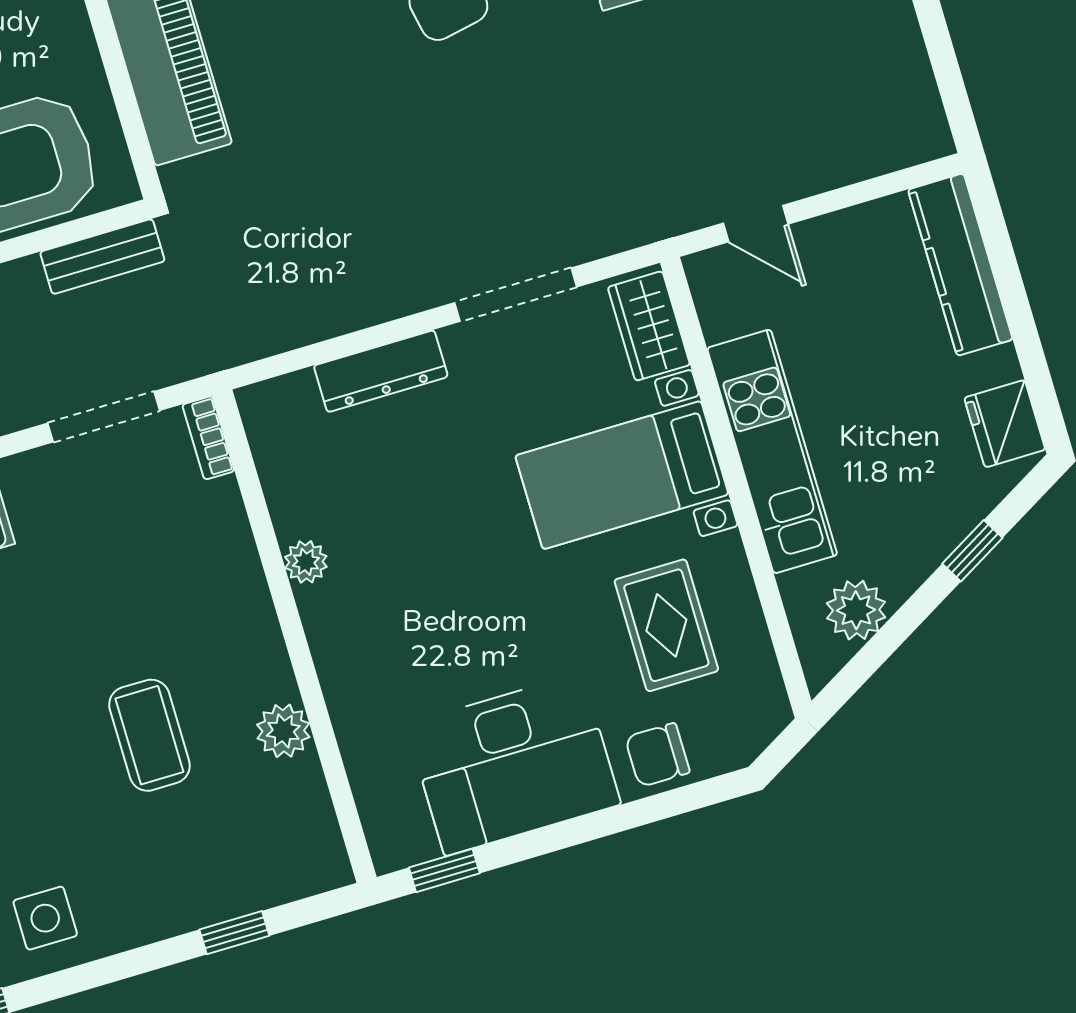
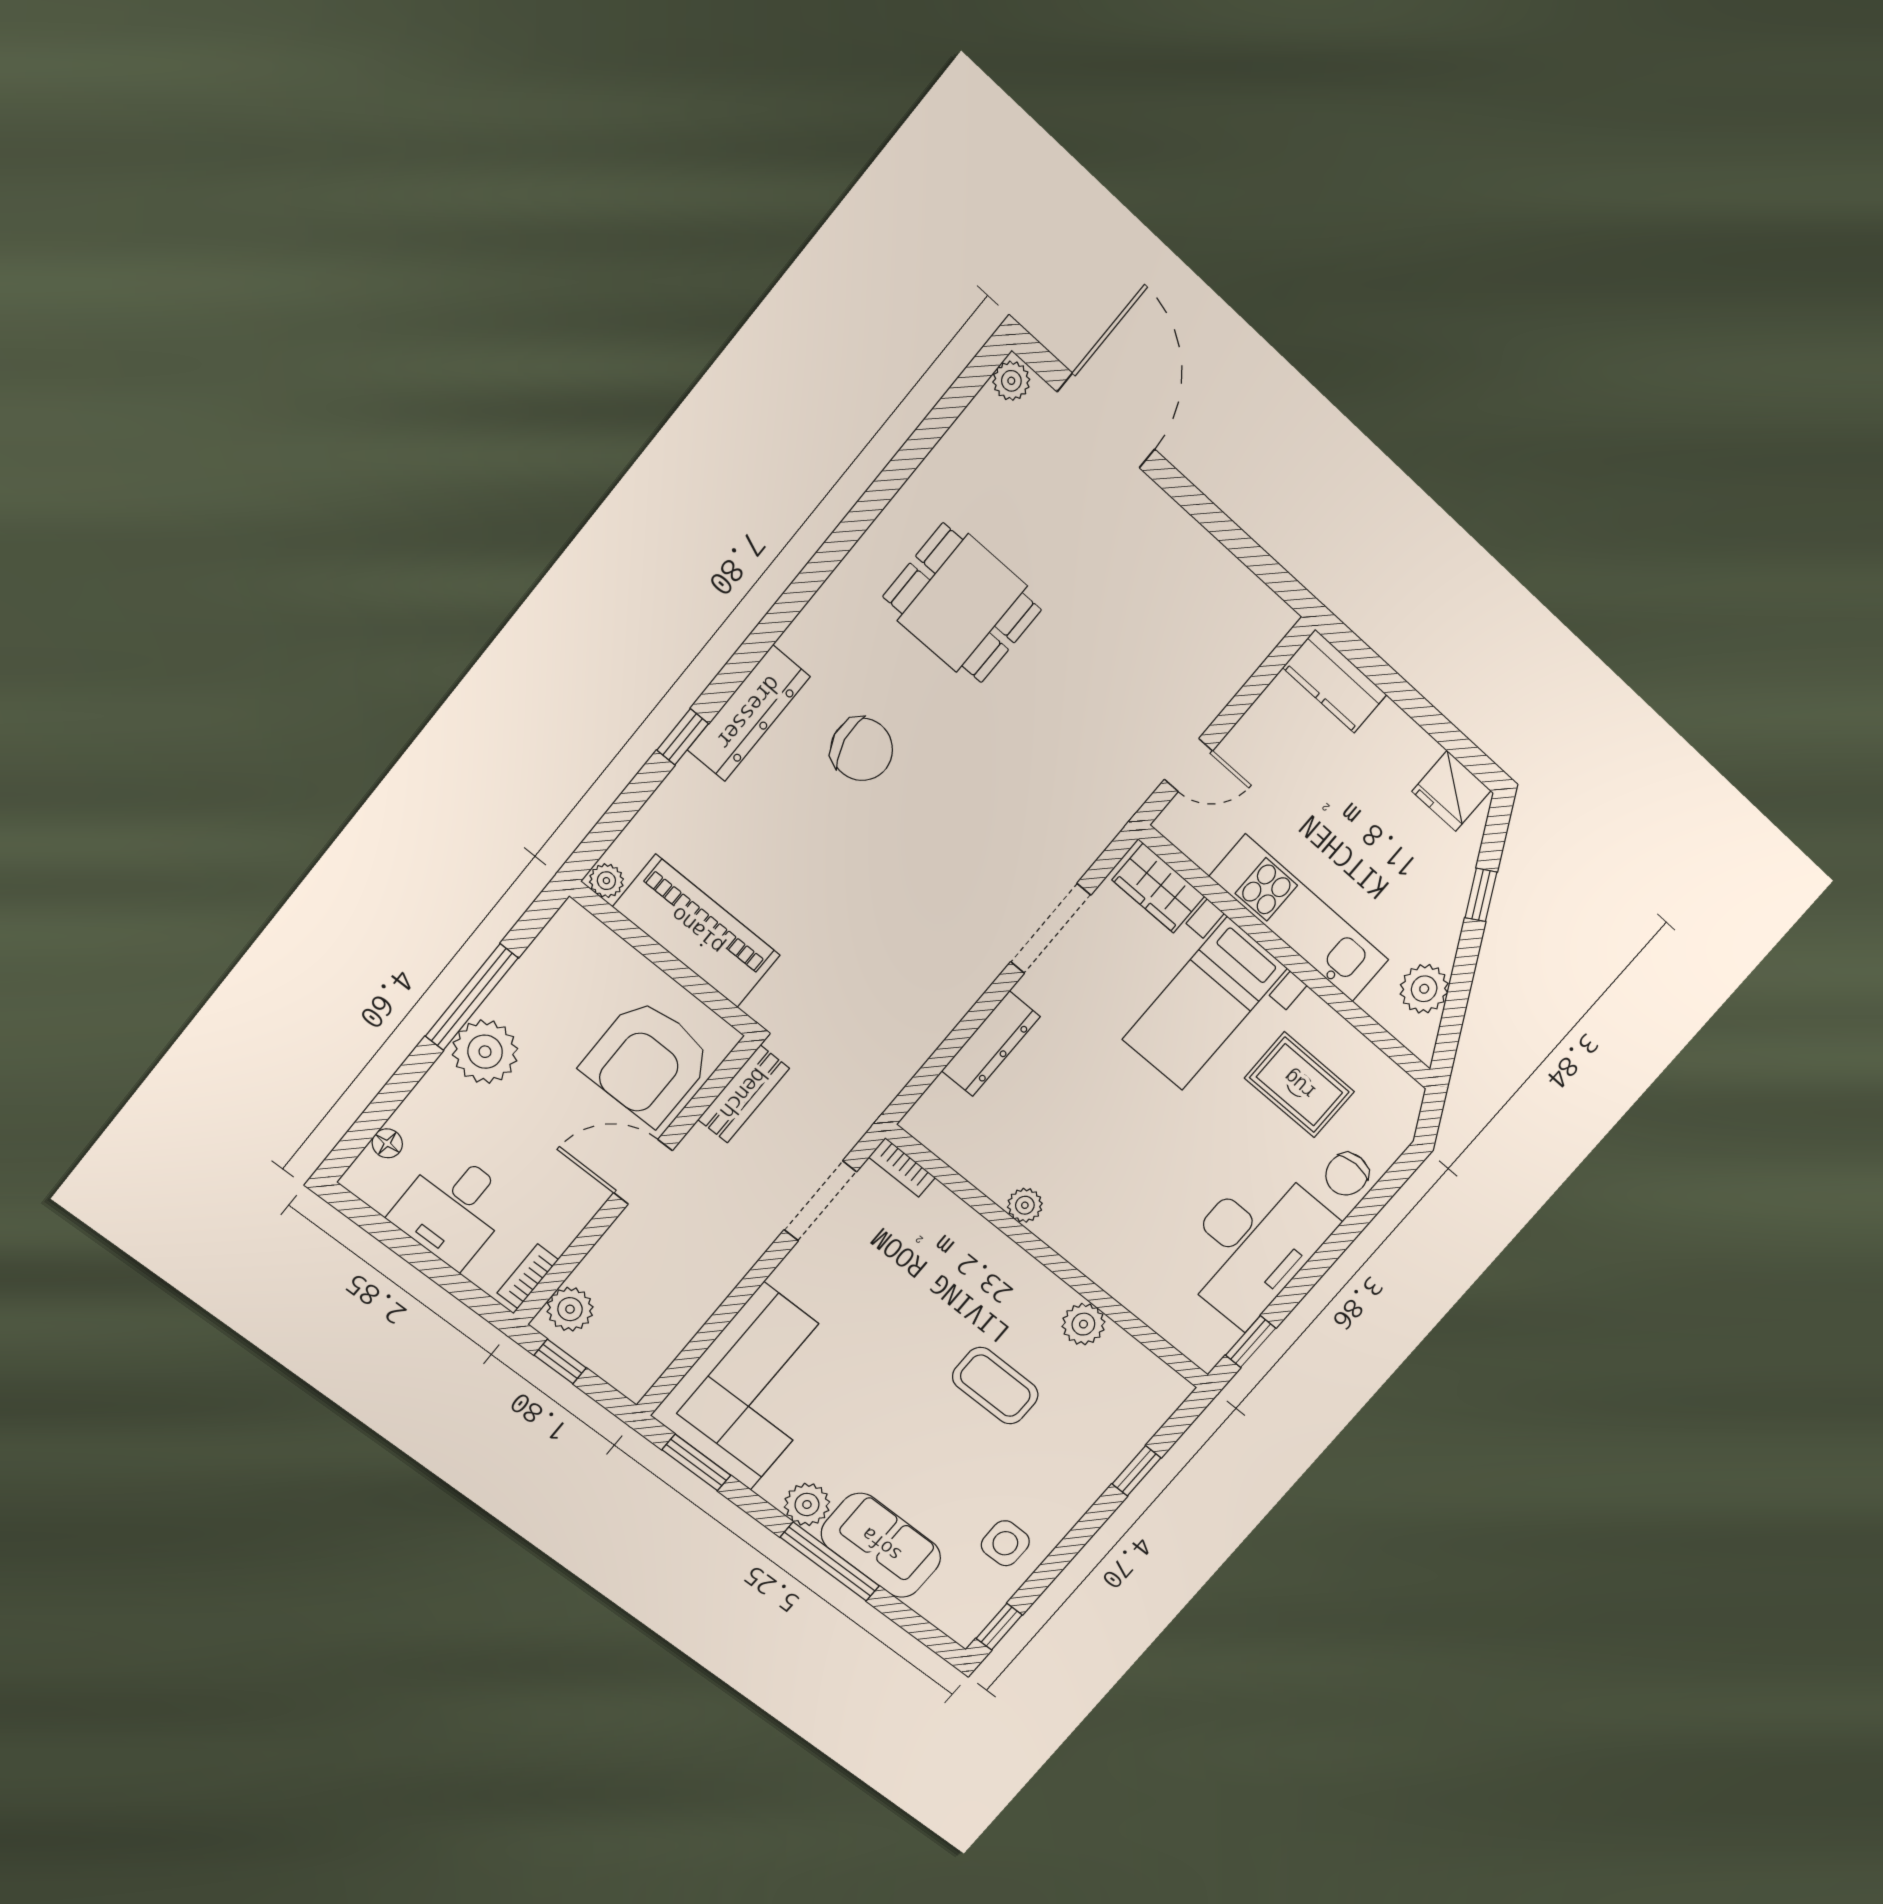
kitchen counter: (960, 265) -> (1335, 681), width x0.67

